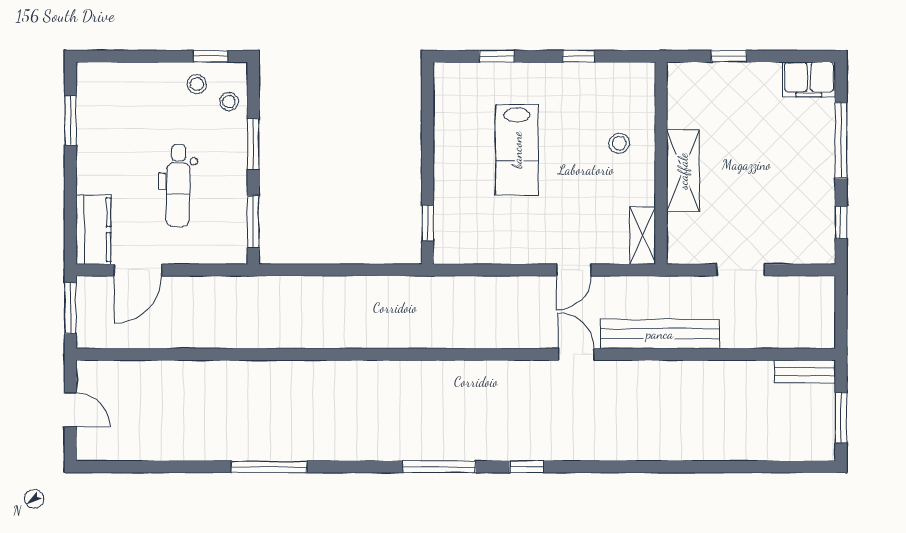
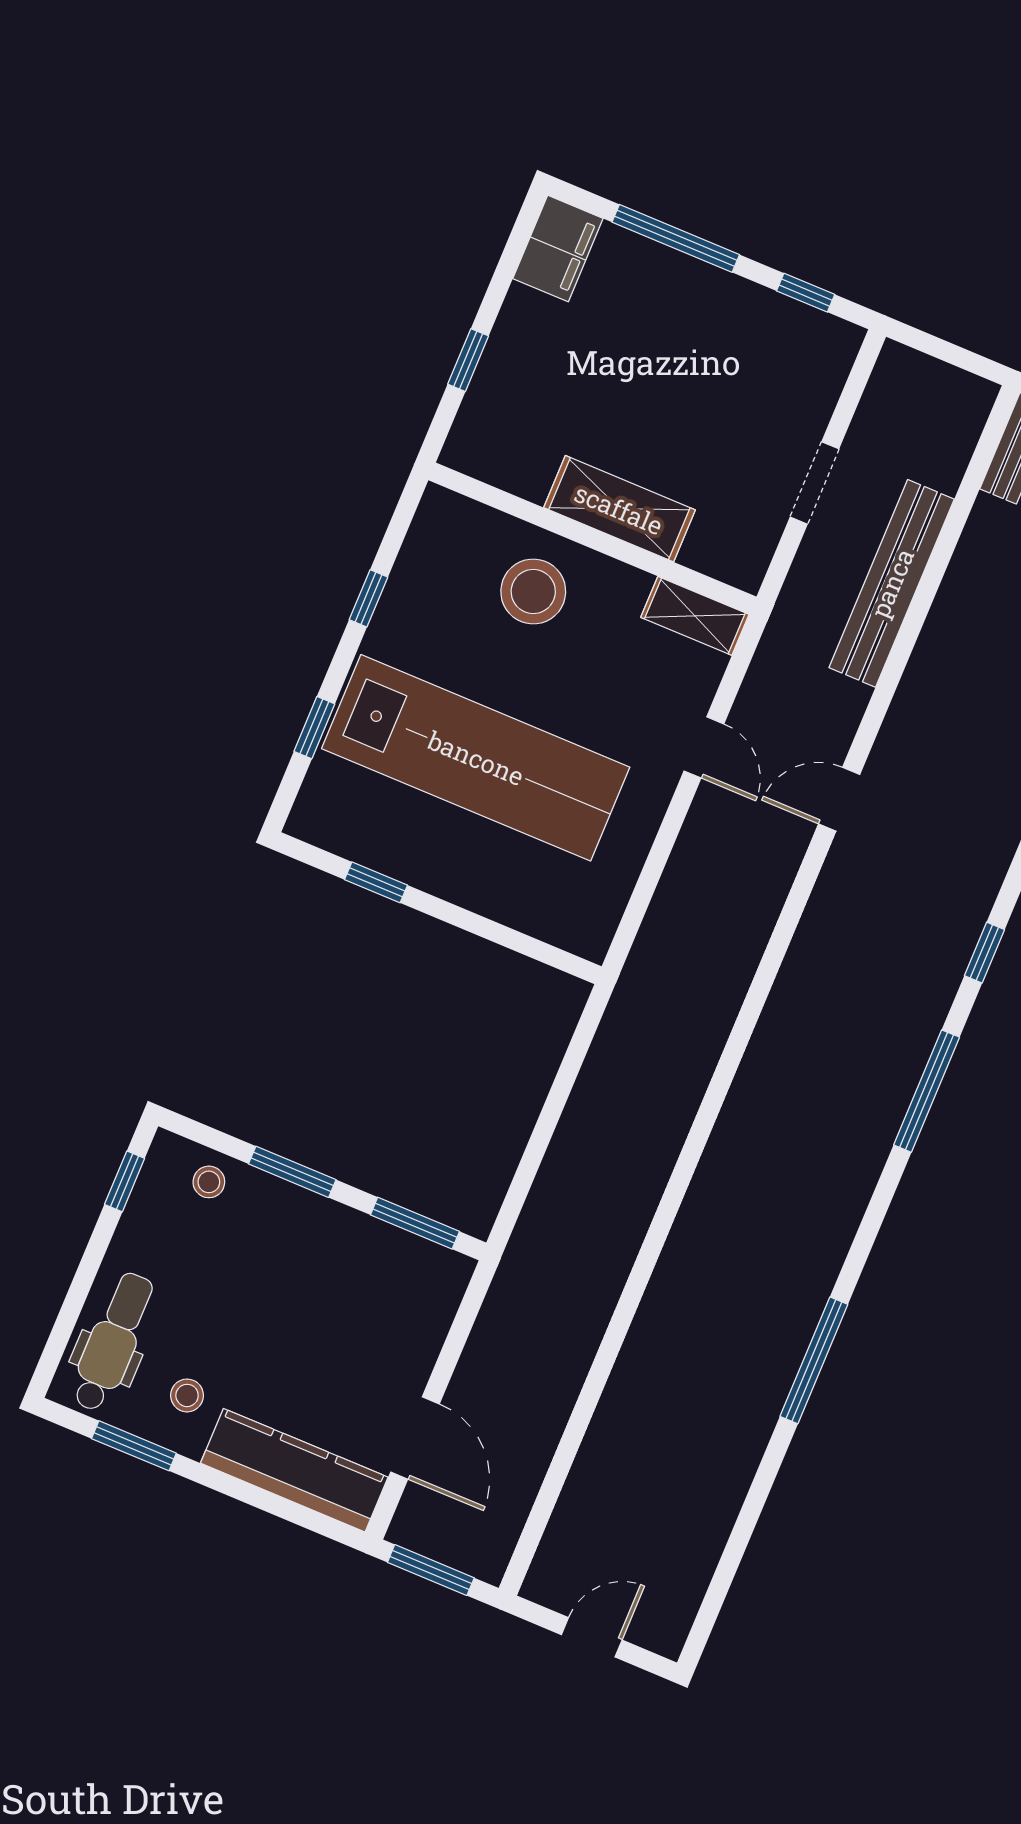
stool: (197, 84) -> (187, 1395), moved
stool: (619, 143) -> (533, 591), width x1.89, depth x1.89
lab bench: (517, 150) -> (476, 758), width x1.86, depth x1.39
dental chair: (178, 186) -> (113, 1342), moved, turned -91
window: (428, 223) -> (376, 882), moved
kitchen counter: (93, 230) -> (294, 1470), width x1.50
bench: (660, 334) -> (892, 583), moved

